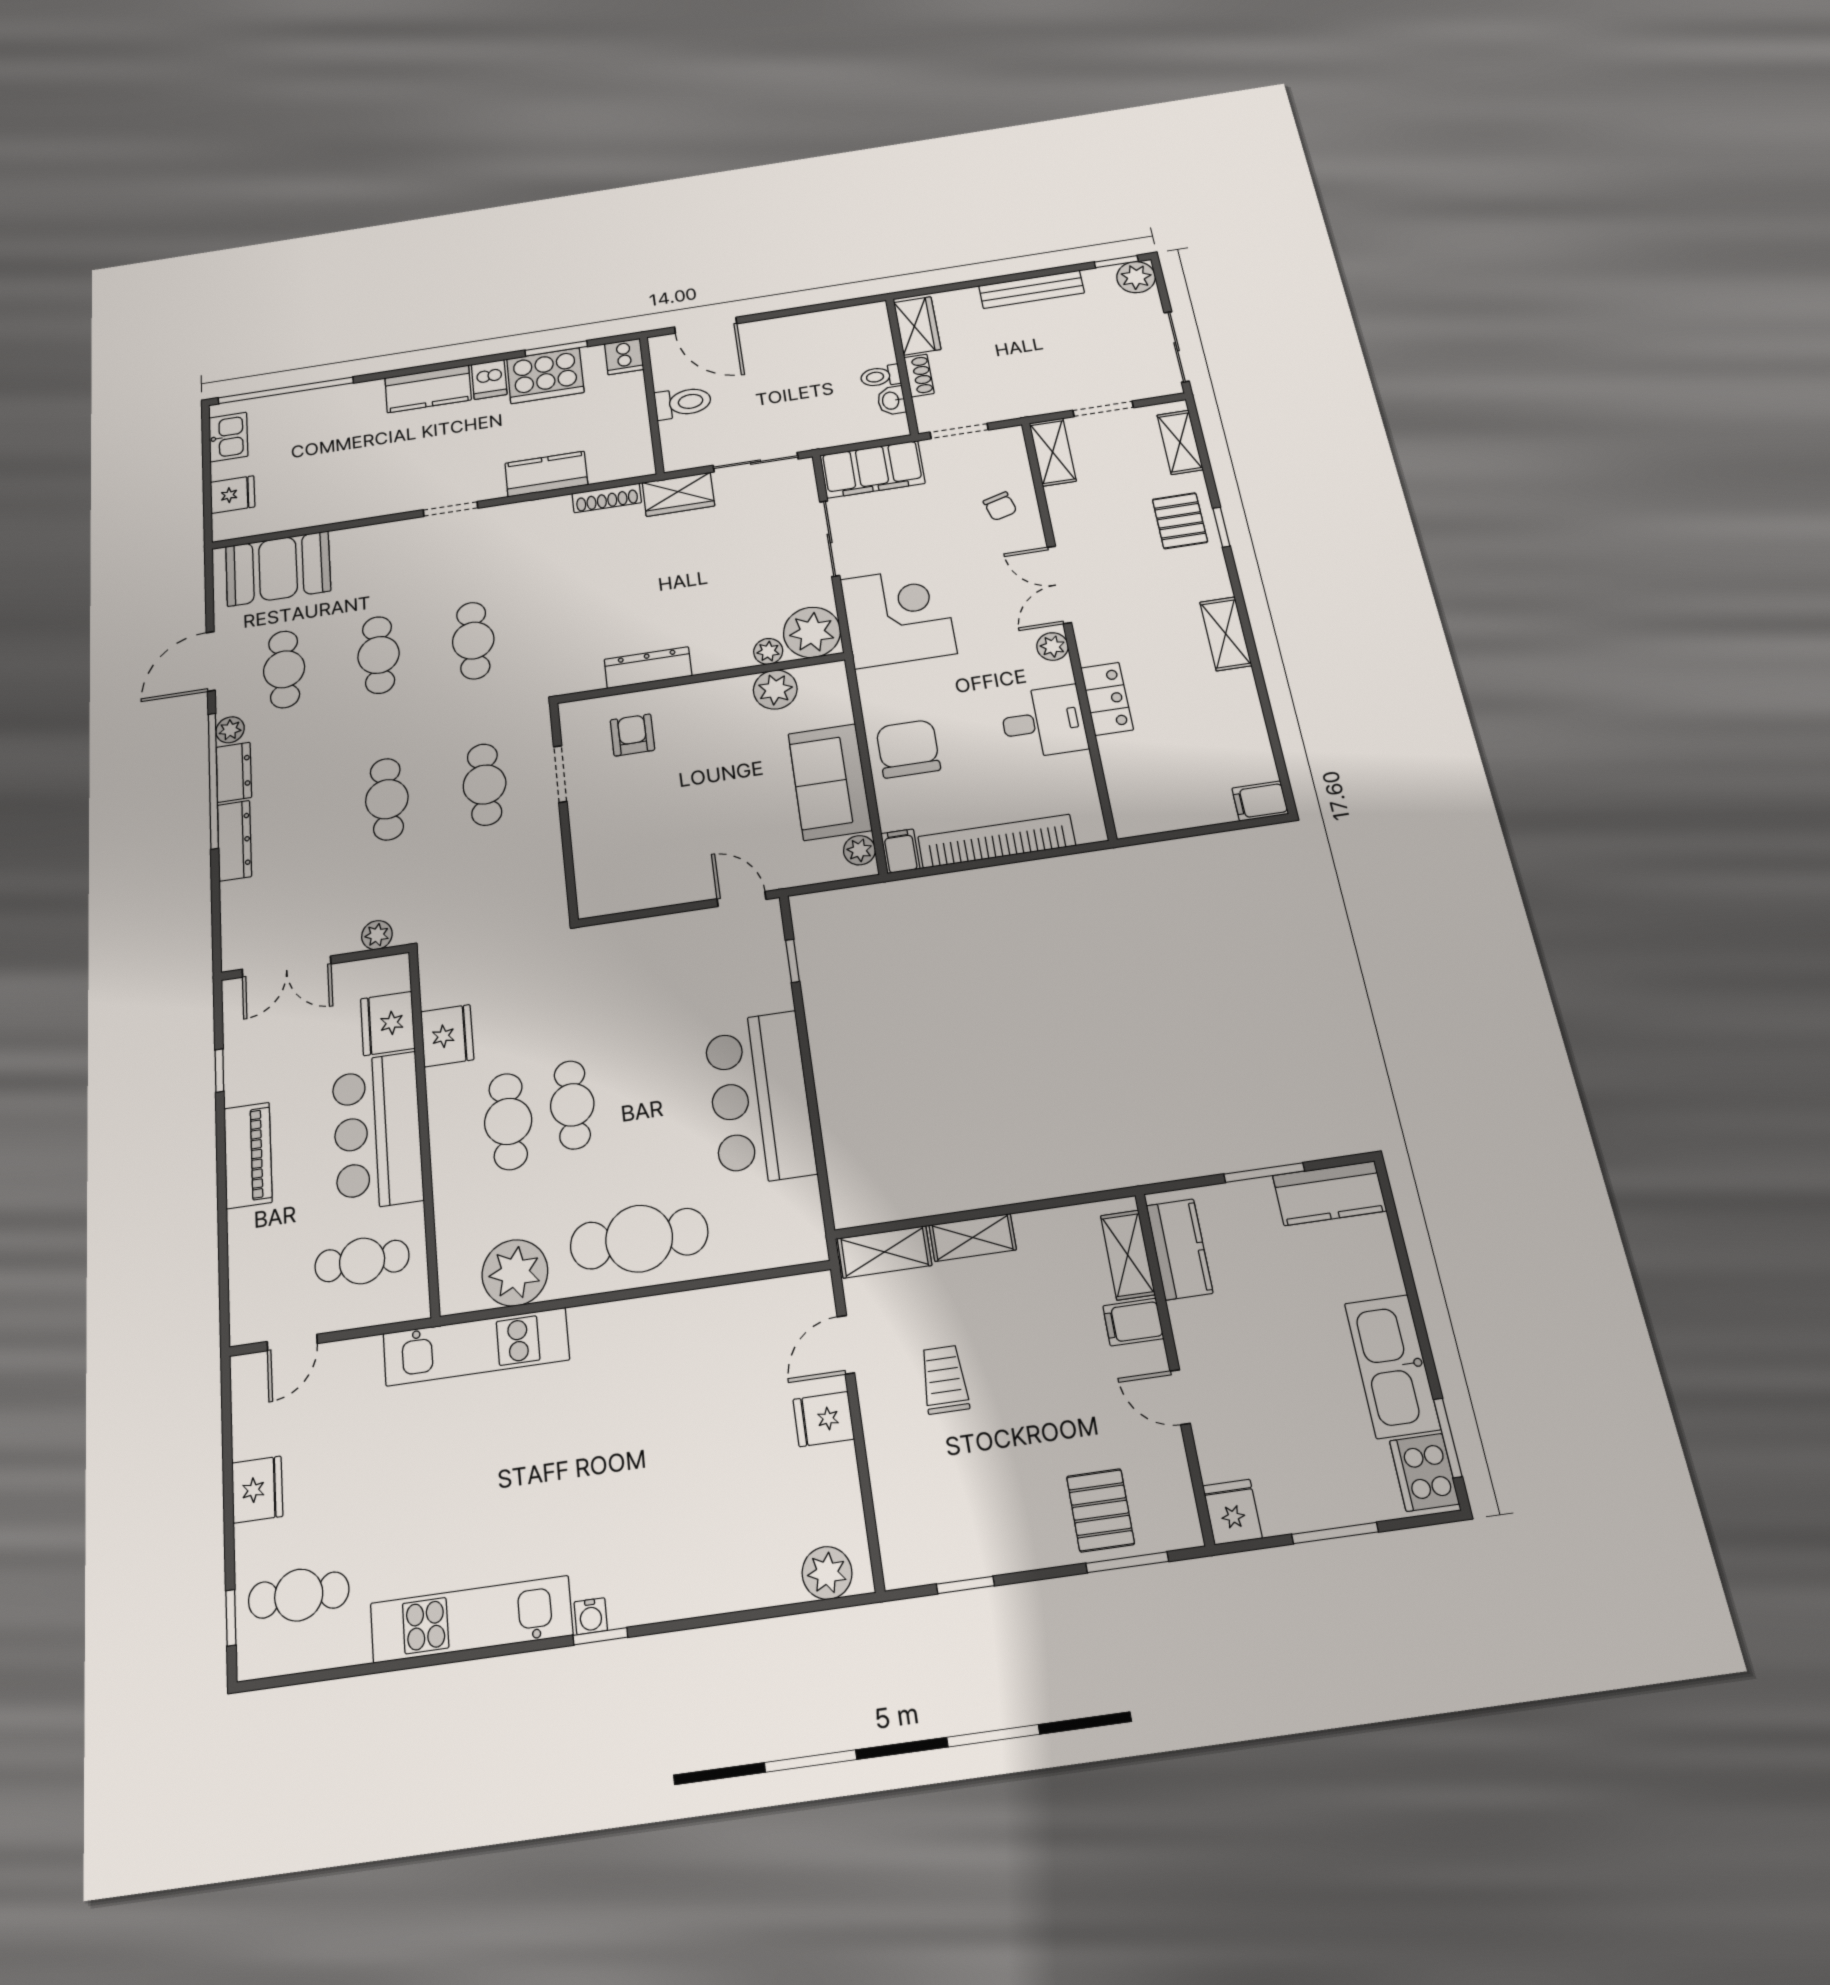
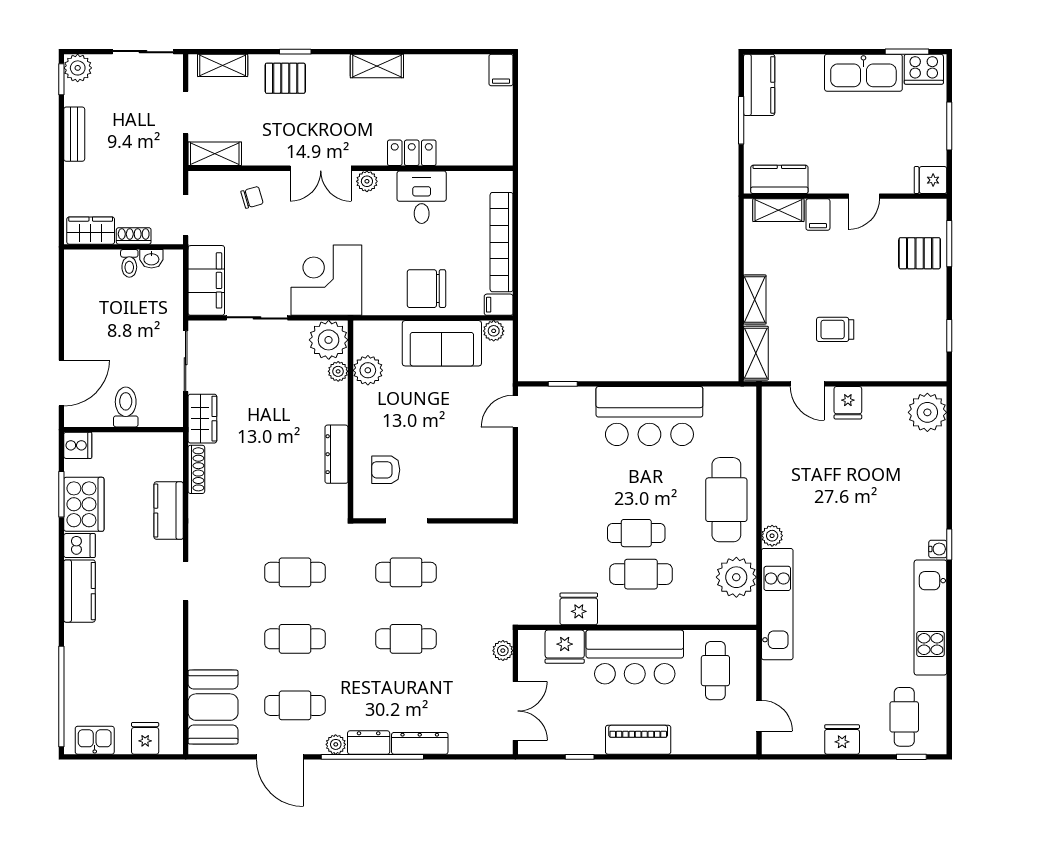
bench: (1031, 289) -> (74, 134), width x0.73
plant: (588, 1322) -> (772, 536), added
plant: (827, 1573) -> (927, 412), width x1.36, depth x1.36

